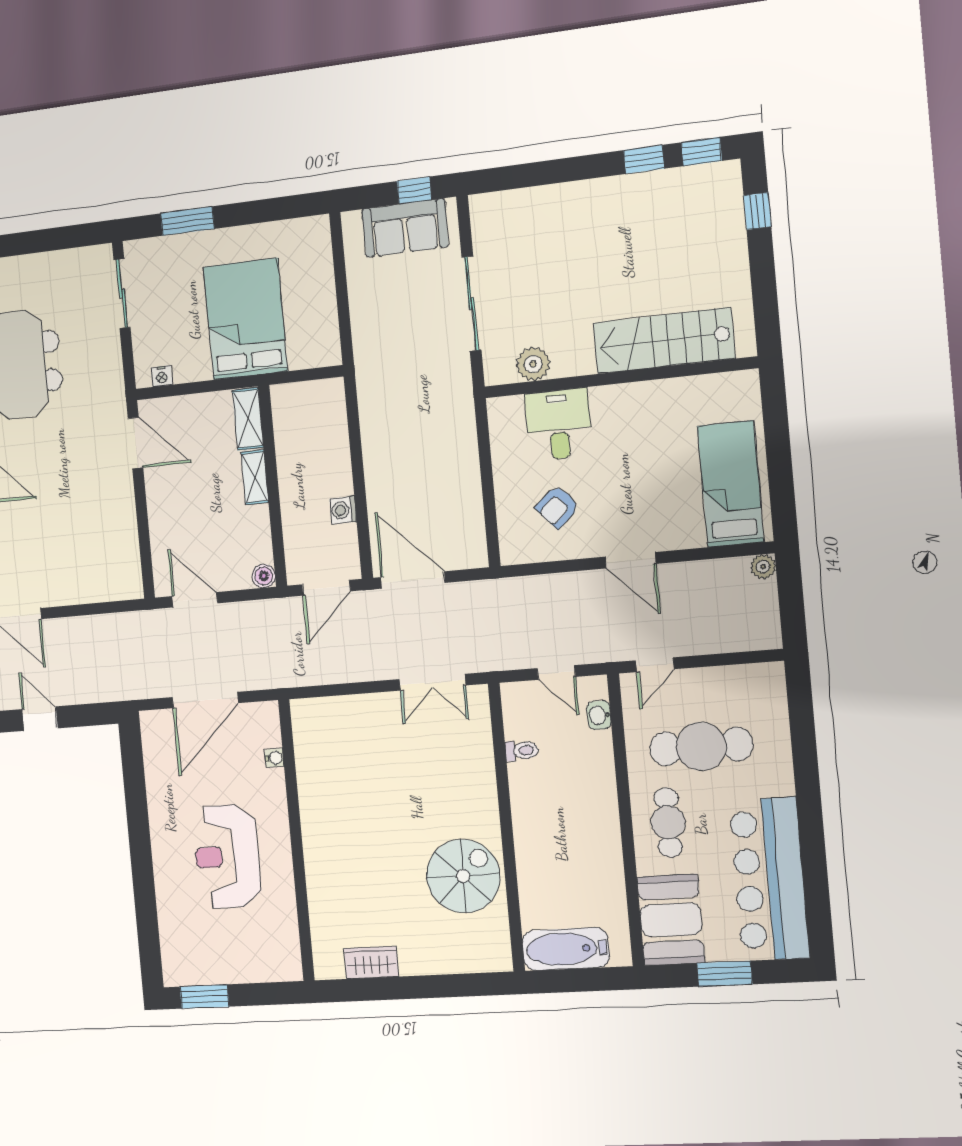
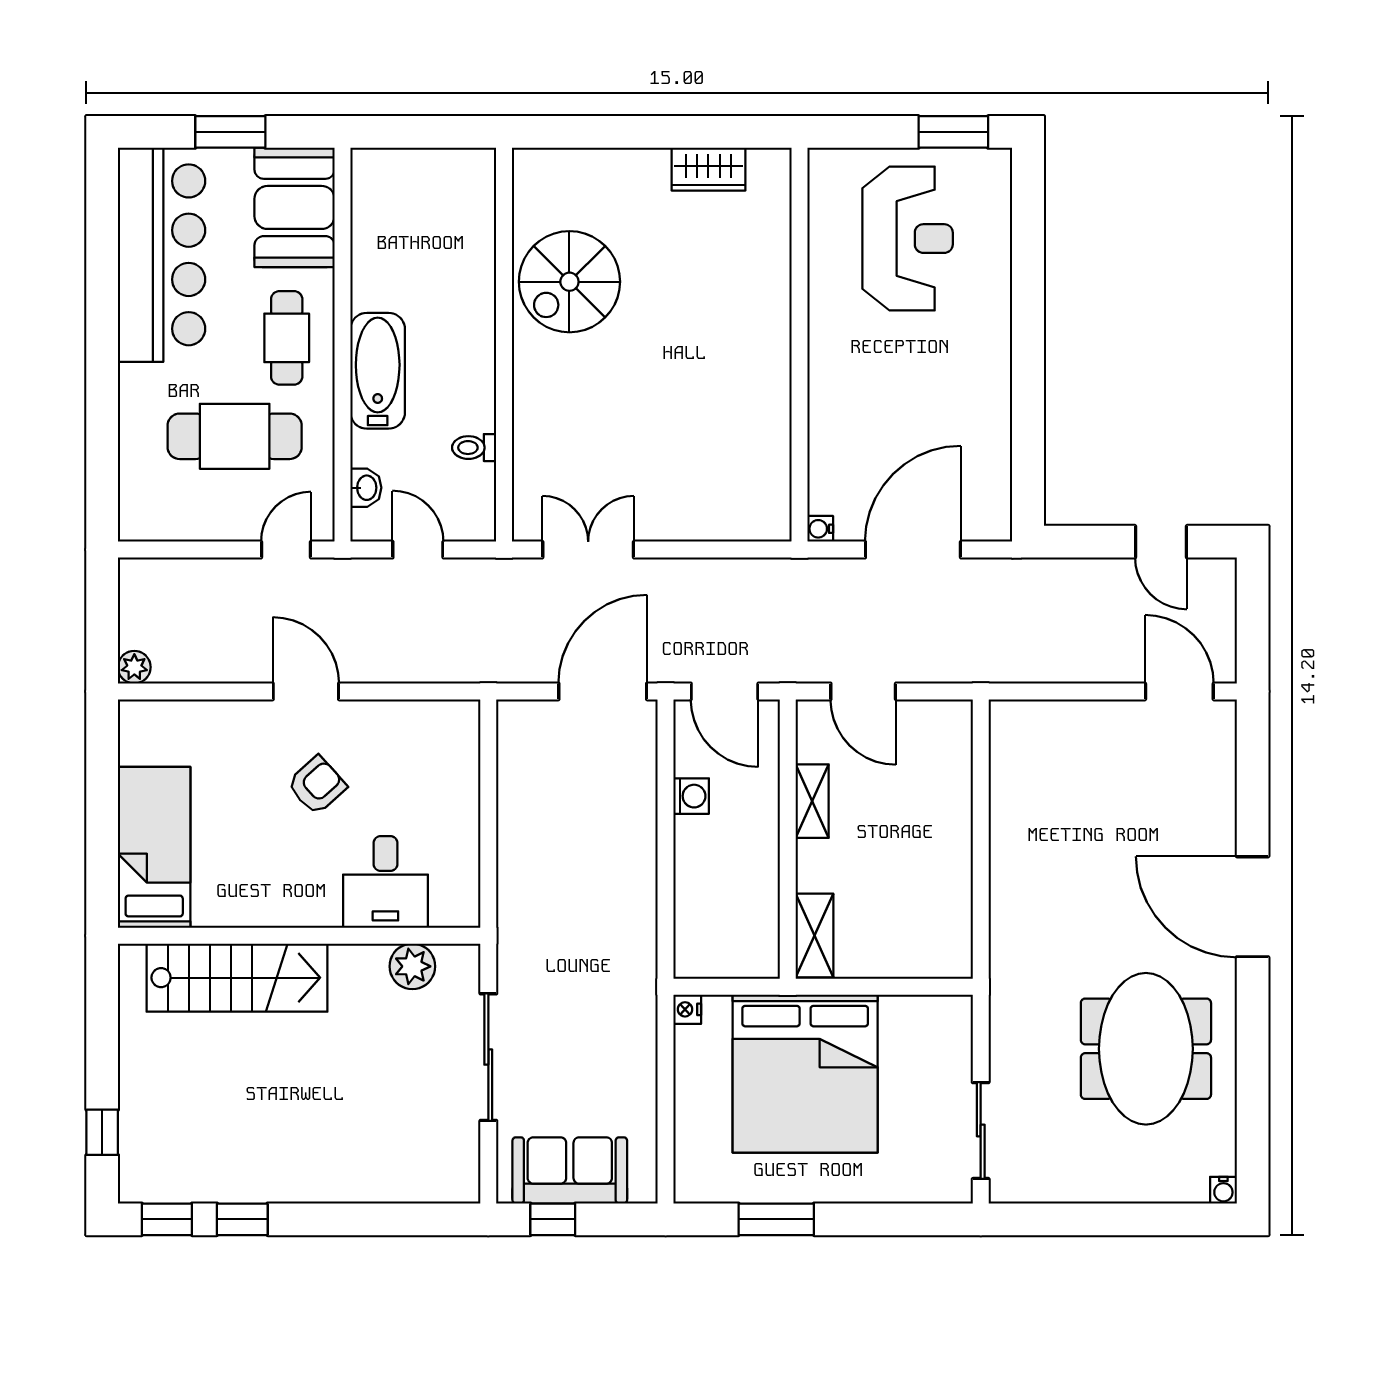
window: (187, 221) -> (776, 1219), moved
bed: (245, 319) -> (805, 1074), width x1.36
nightstand: (162, 376) -> (687, 1009), moved, turned -90
door: (135, 443) -> (981, 919), removed
shelving: (255, 477) -> (812, 801), moved
bed: (731, 484) -> (154, 847), moved, turned 180
armchair: (557, 507) -> (317, 785), moved
boiler: (264, 576) -> (812, 716), removed
door: (413, 580) -> (603, 691), swing flipped
door: (326, 588) -> (725, 691), swing flipped
door: (195, 600) -> (863, 691), moved
water cooler: (274, 758) -> (820, 529), moved
reception desk: (227, 856) -> (908, 239), moved
bathtub: (566, 949) -> (378, 371), moved, turned -90

